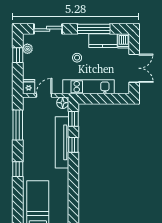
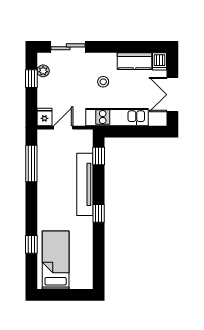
window: (94, 29) -> (123, 47), removed
double door: (134, 68) -> (172, 95), swing flipped
floor lamp: (63, 103) -> (86, 136), removed
window: (73, 145) -> (99, 213), moved
window: (18, 169) -> (31, 244), moved

